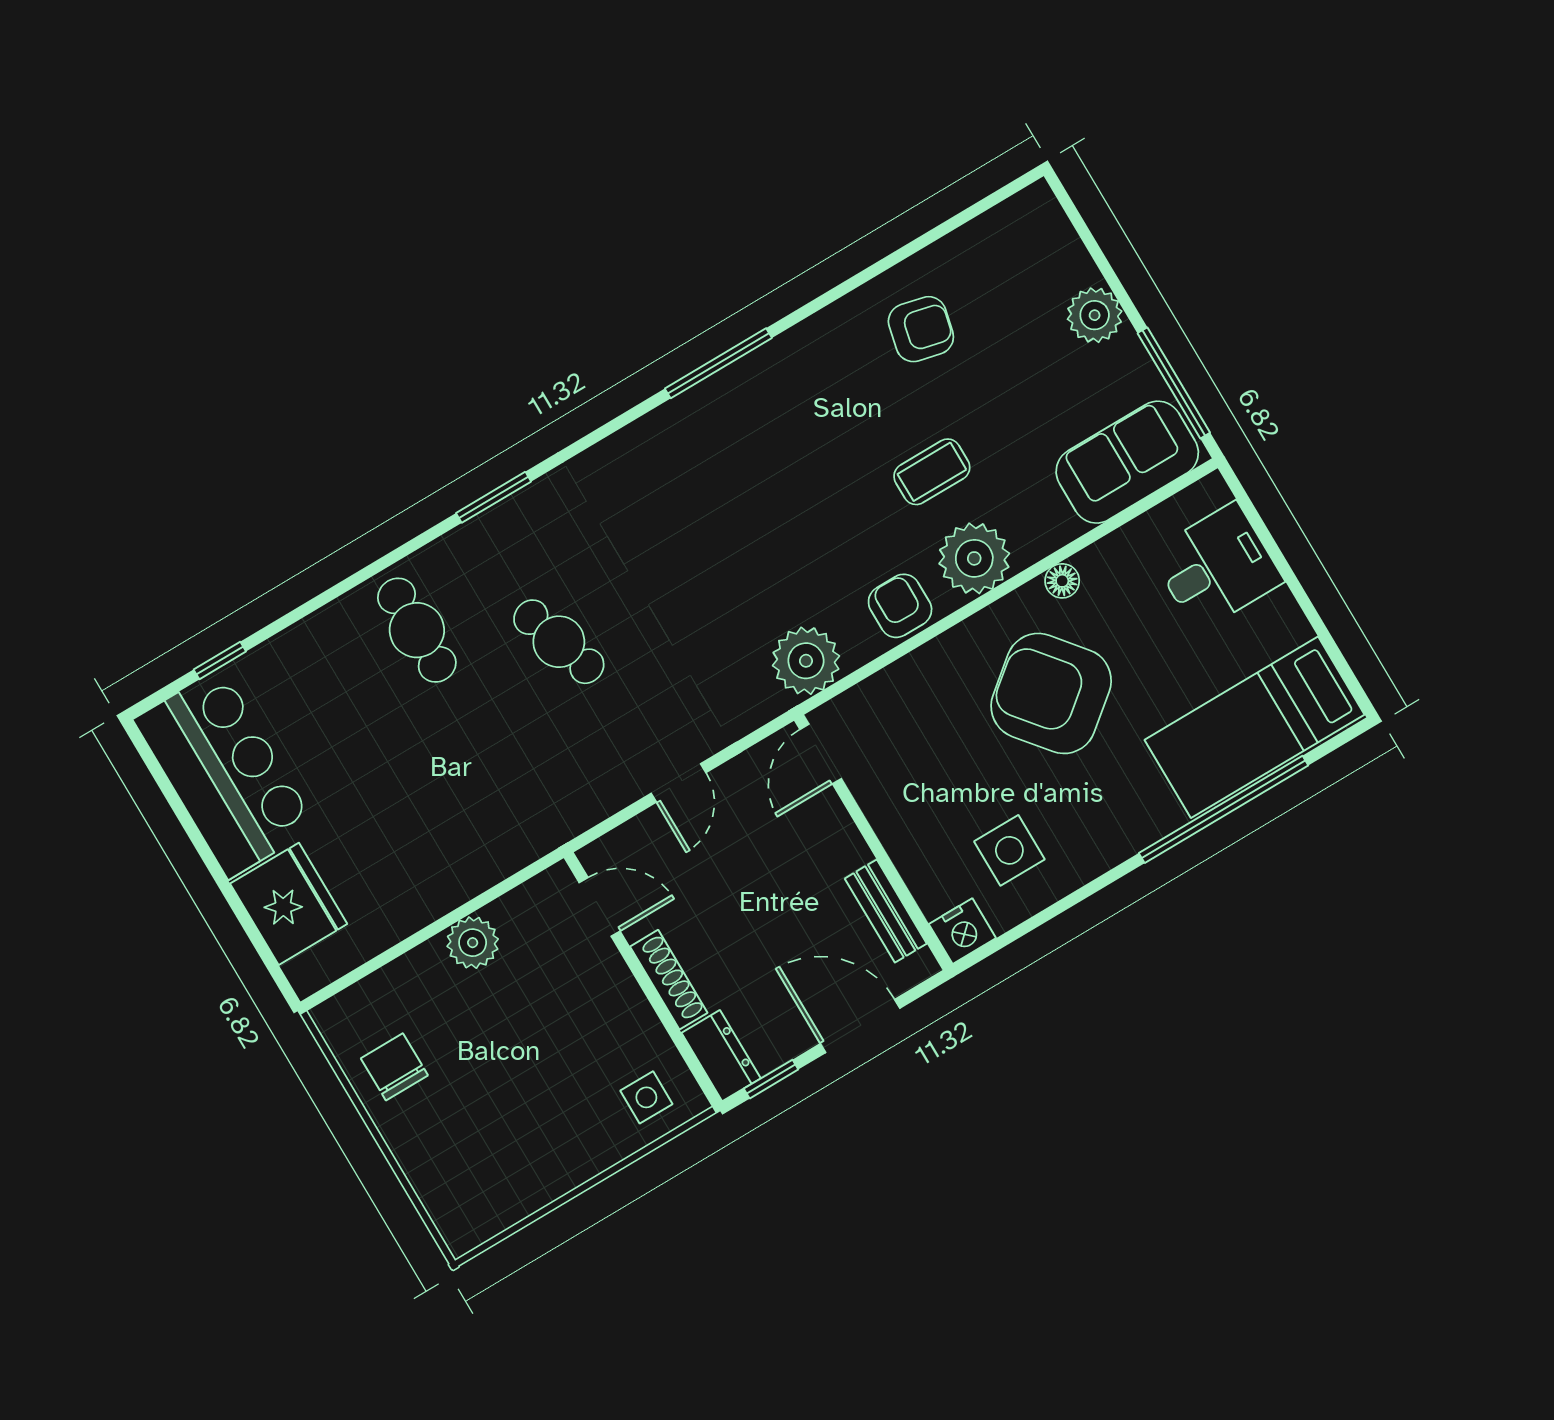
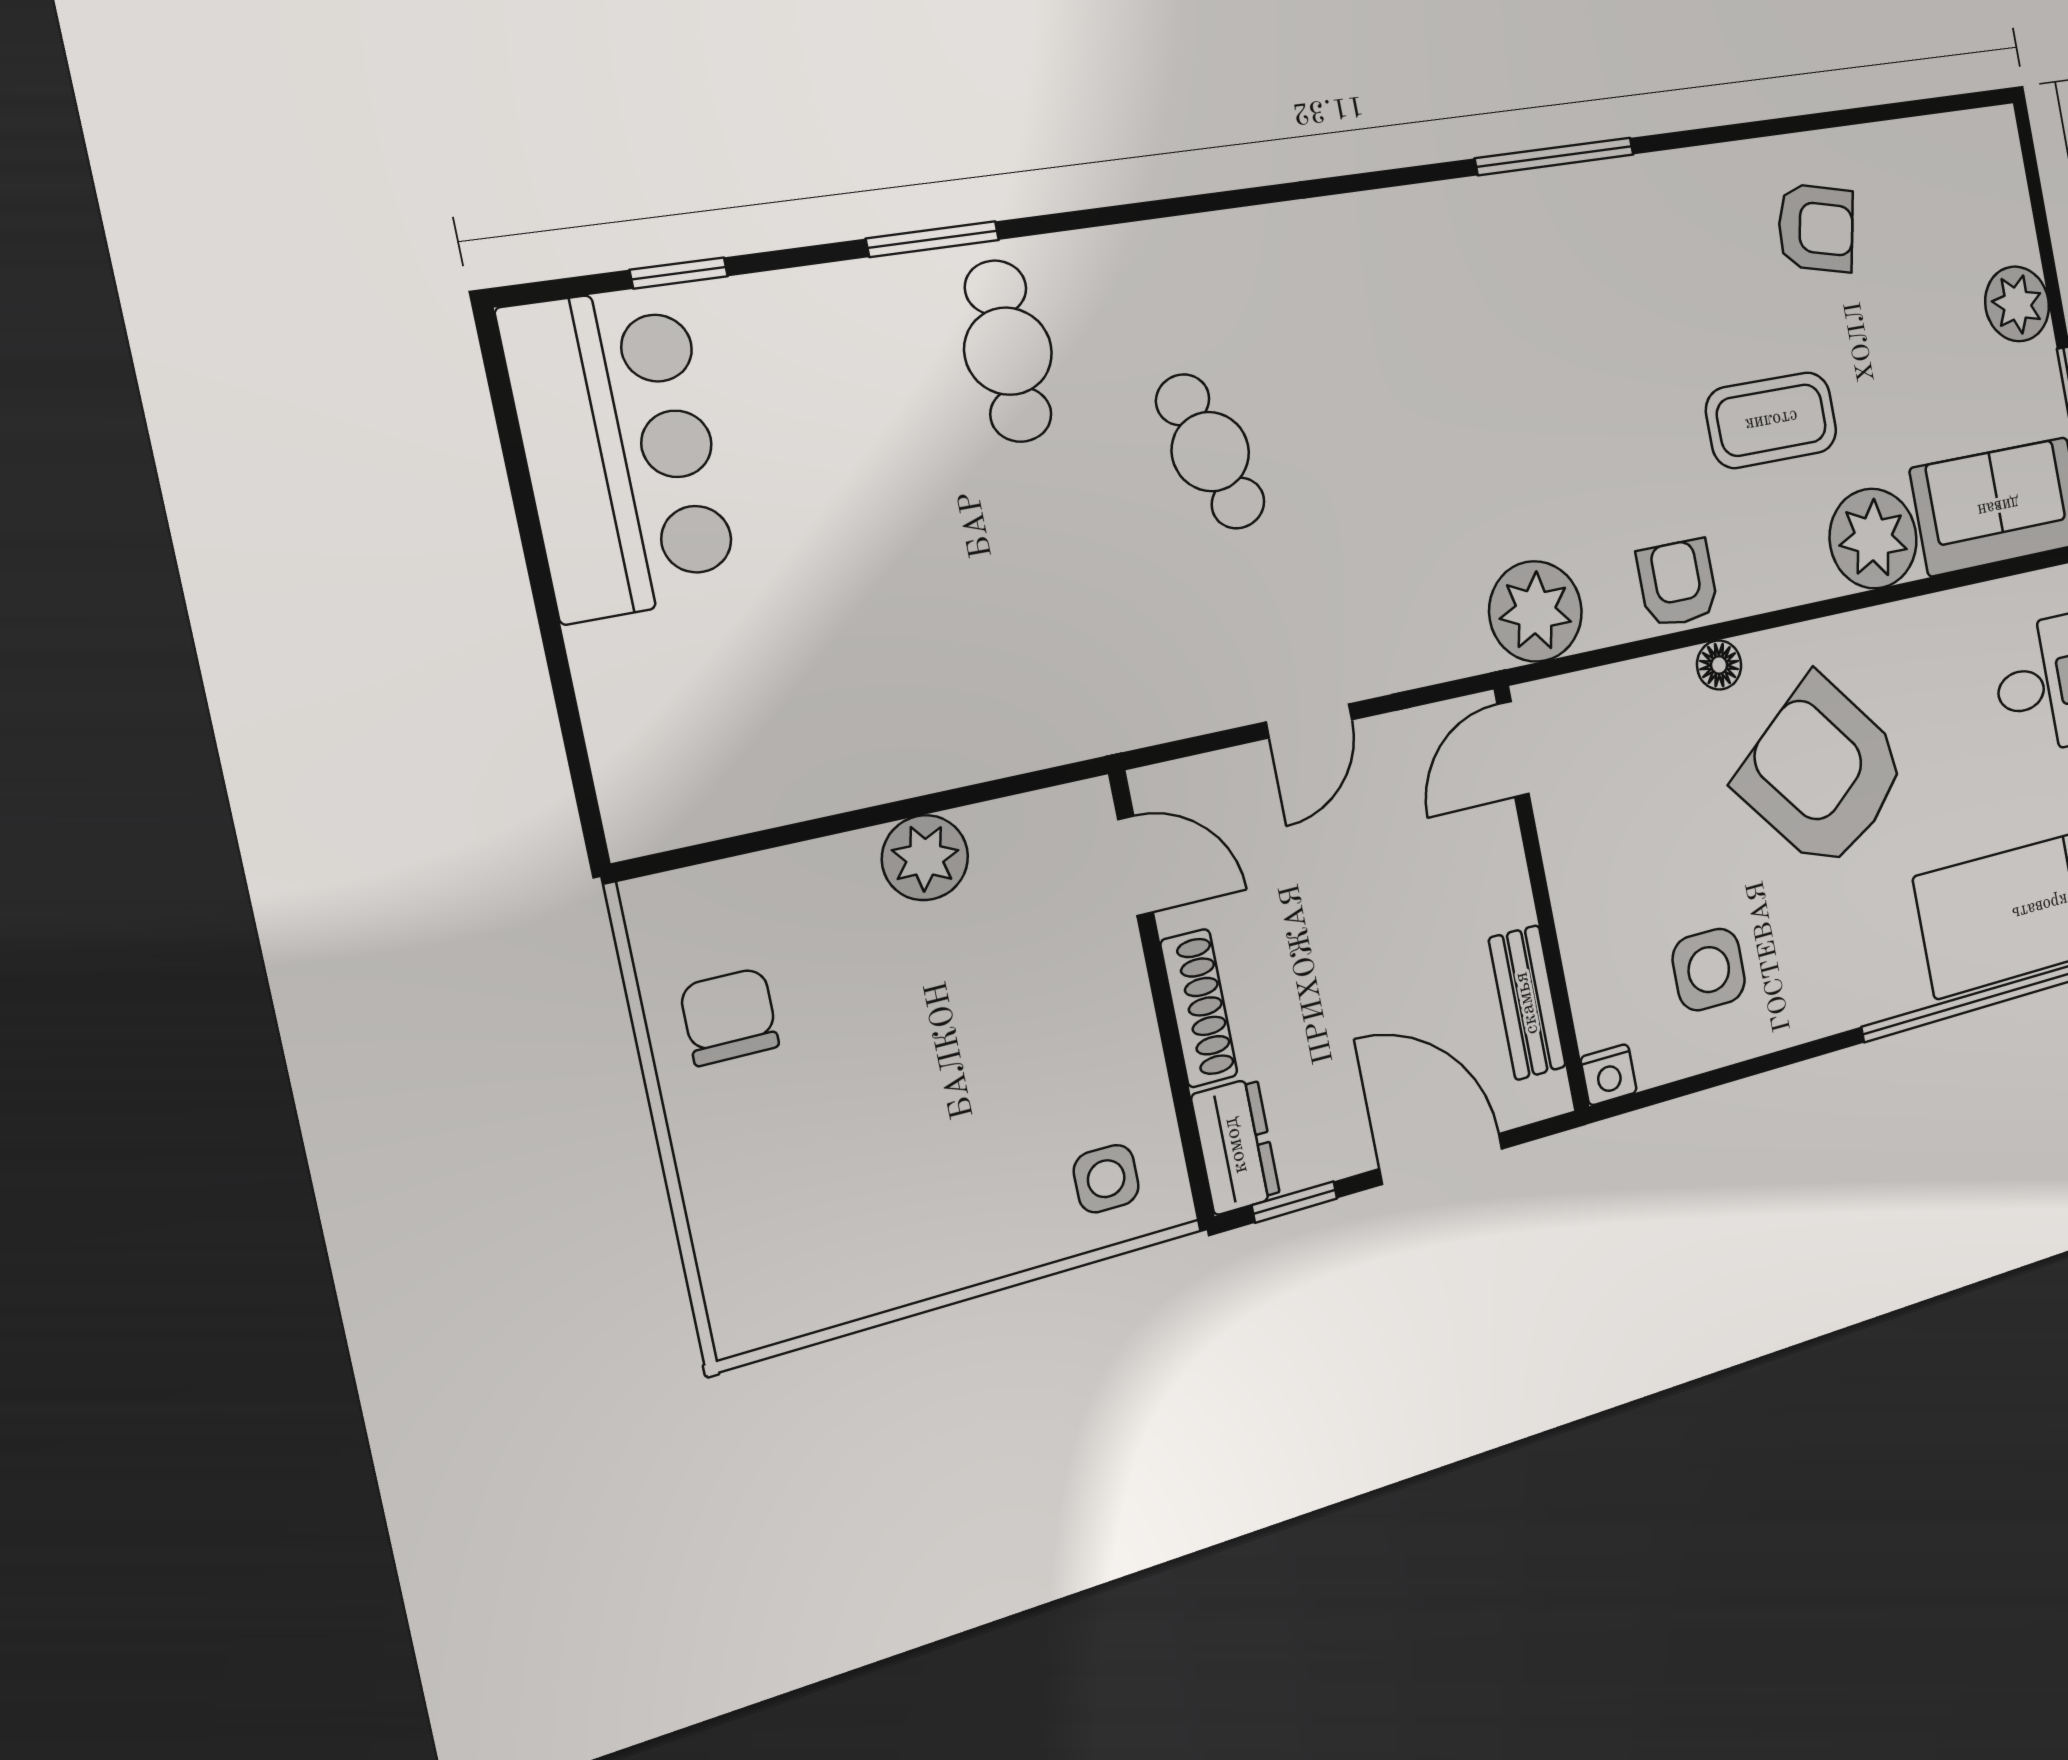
coffee table: (932, 472) -> (1771, 420), width x1.36, depth x1.30
window: (494, 497) -> (933, 239), moved
plant: (974, 558) -> (1873, 539), moved
floor lamp: (1062, 581) -> (1719, 665), moved
fridge: (289, 904) -> (650, 699), removed
nightstand: (962, 931) -> (1609, 1075), width x0.72, depth x0.74

